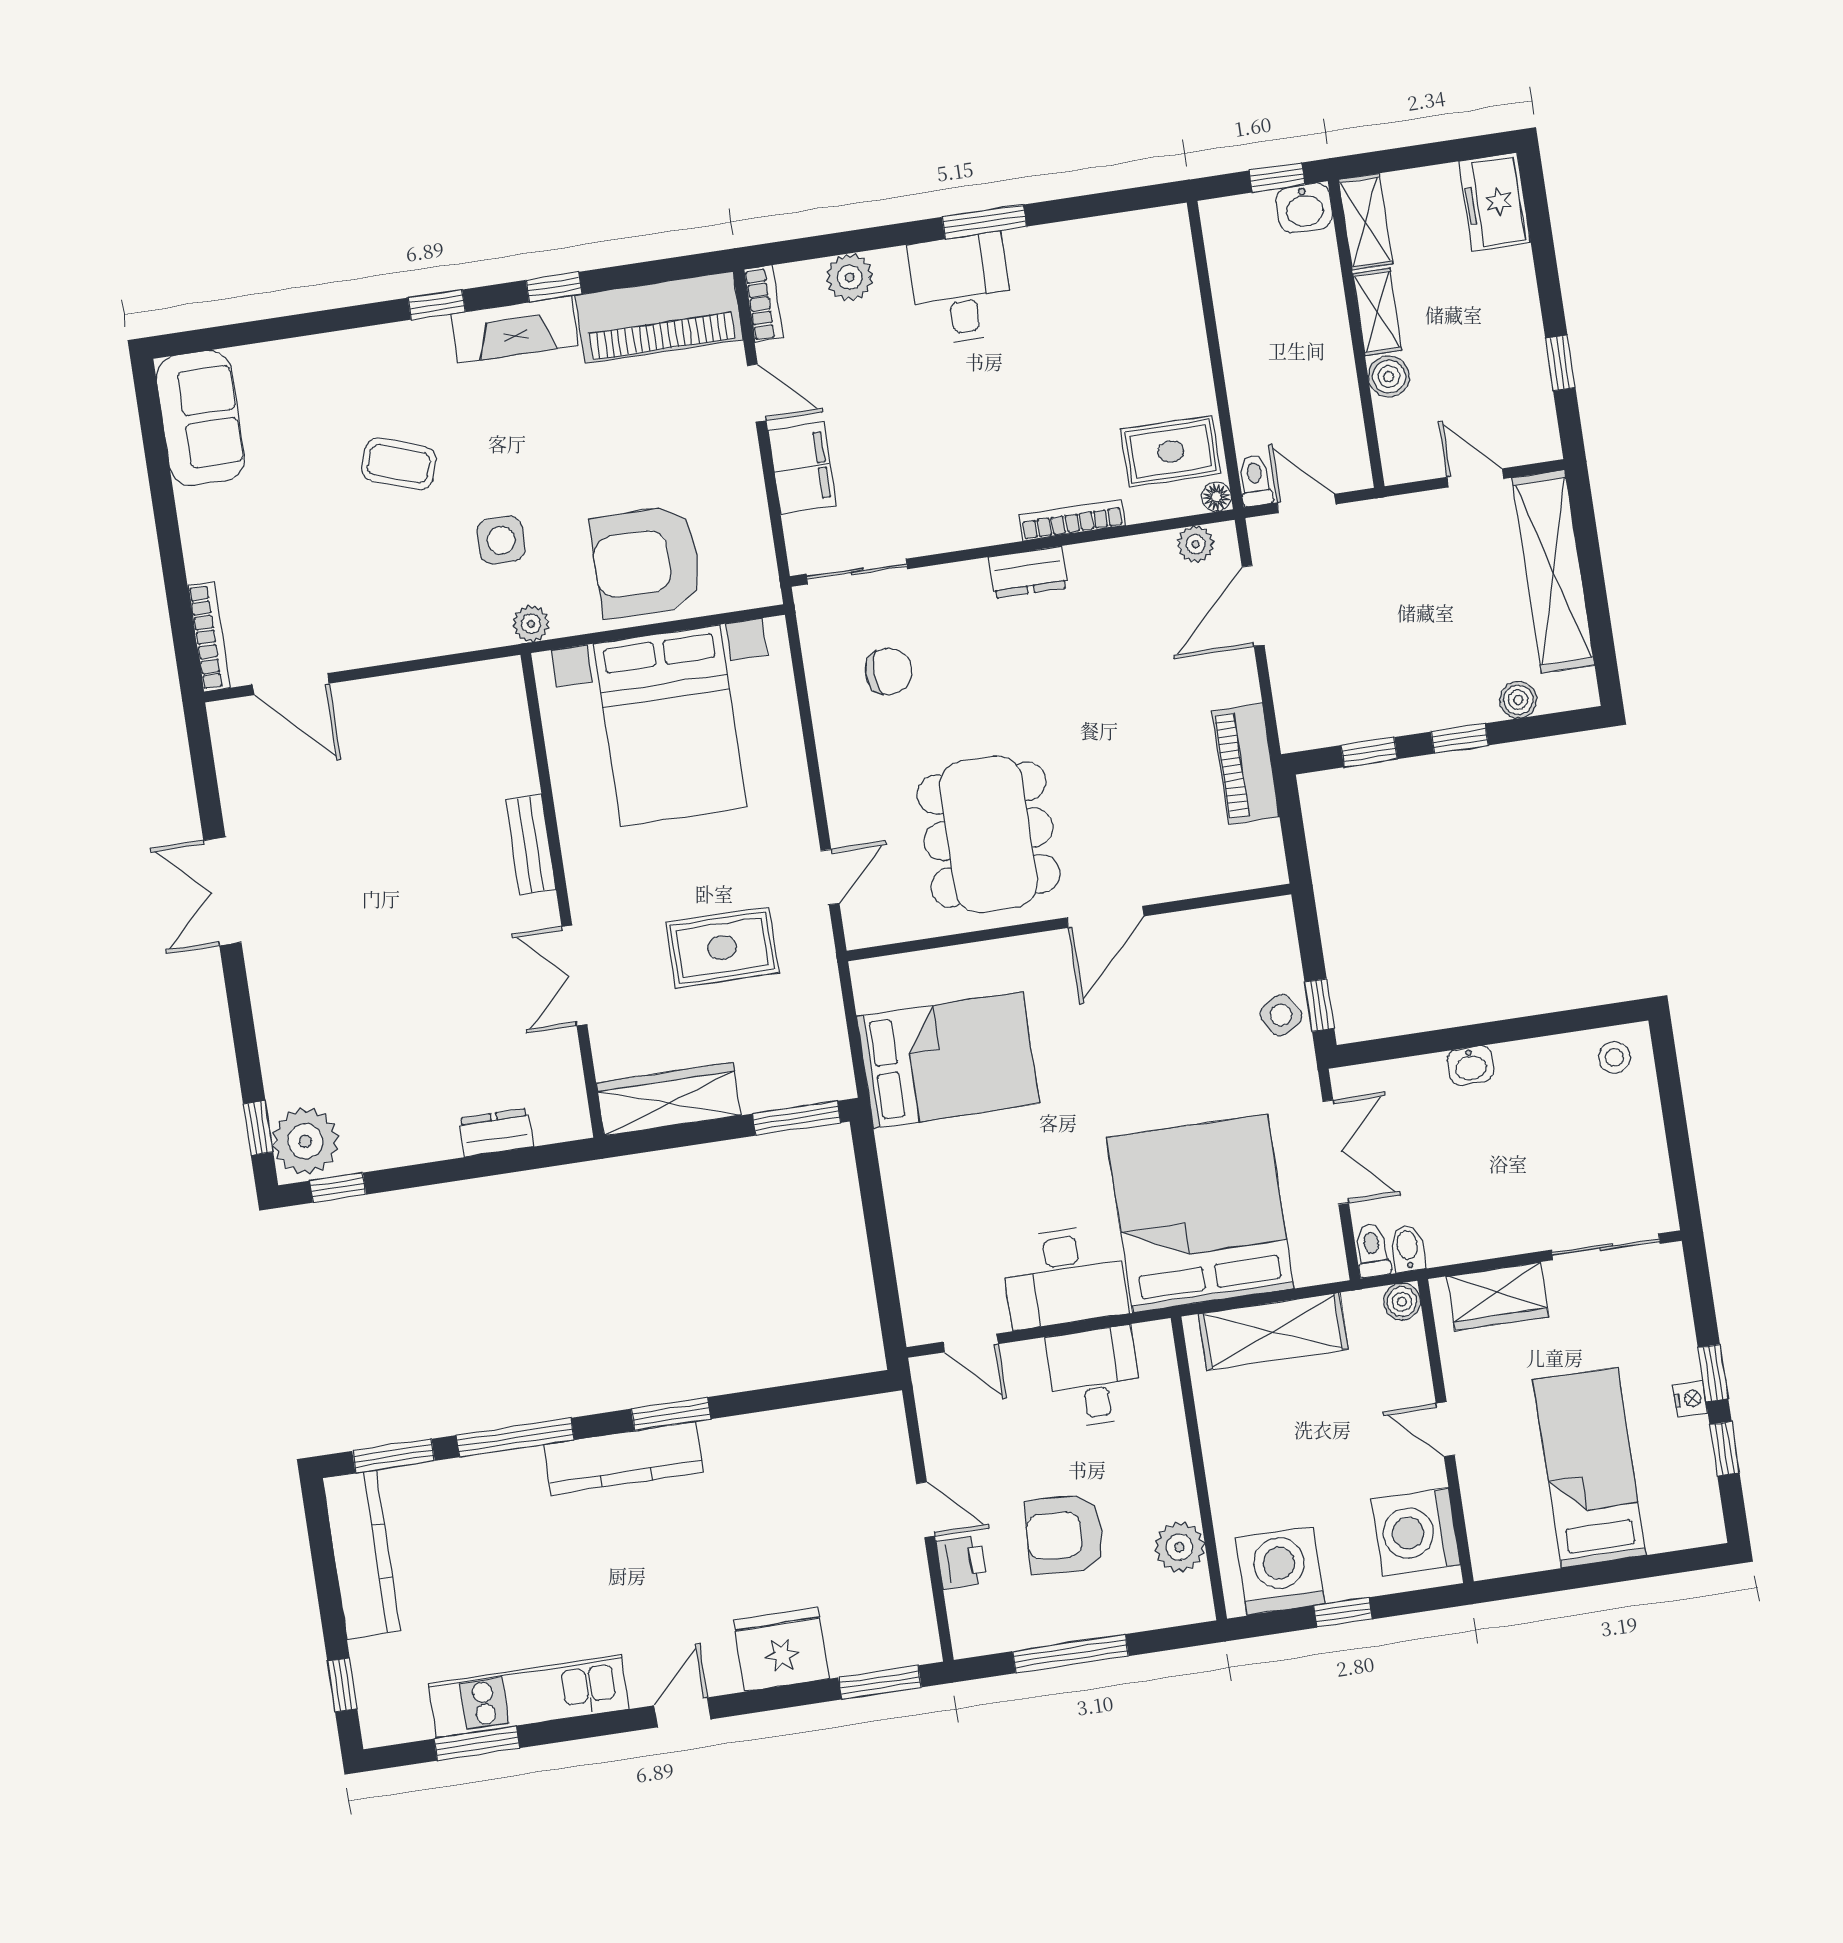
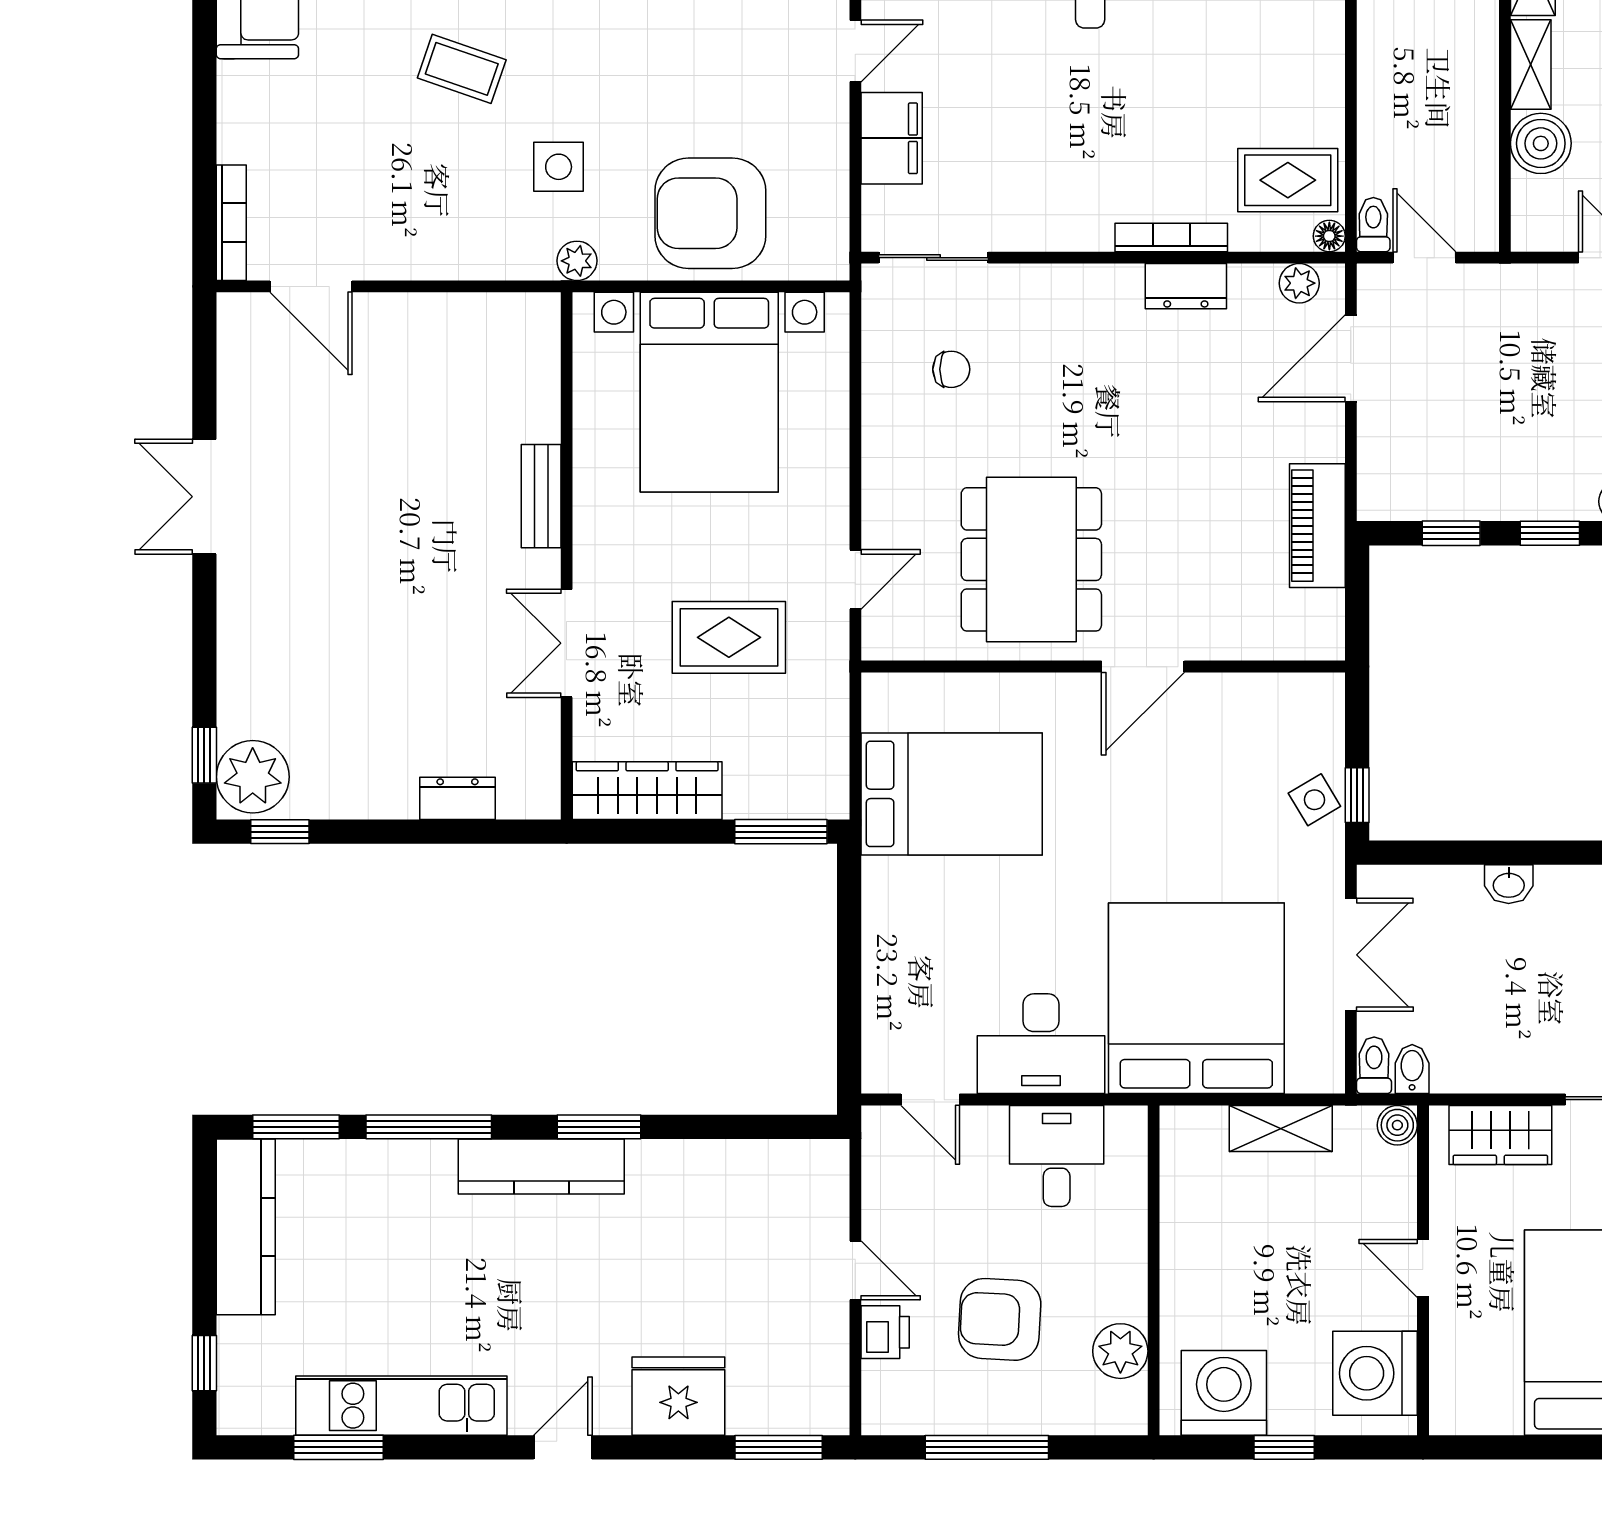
boiler: (1389, 377) -> (1541, 143), width x1.36, depth x1.36
door: (757, 393) -> (855, 51), hinge flipped
dresser: (1028, 572) -> (1186, 286), moved
chair: (889, 671) -> (951, 369), width x0.73, depth x0.73
shelving: (1273, 1331) -> (1281, 1128), width x0.67, depth x0.75

